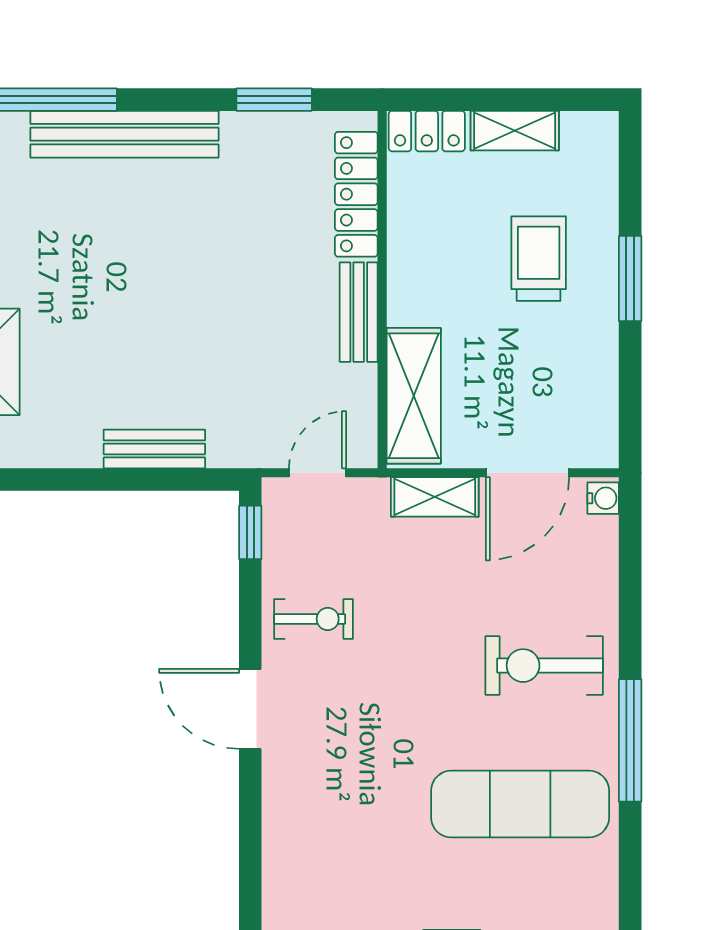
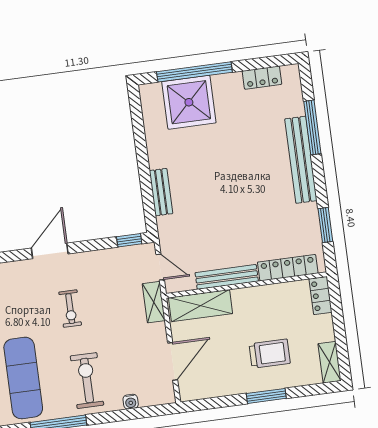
shelving: (515, 131) -> (329, 362), moved
bench: (359, 312) -> (227, 277), width x1.36
door: (527, 473) -> (173, 361), swing flipped
shelving: (435, 497) -> (154, 302), moved
water cooler: (603, 498) -> (131, 402), moved
exercise bike: (313, 619) -> (70, 309), moved

